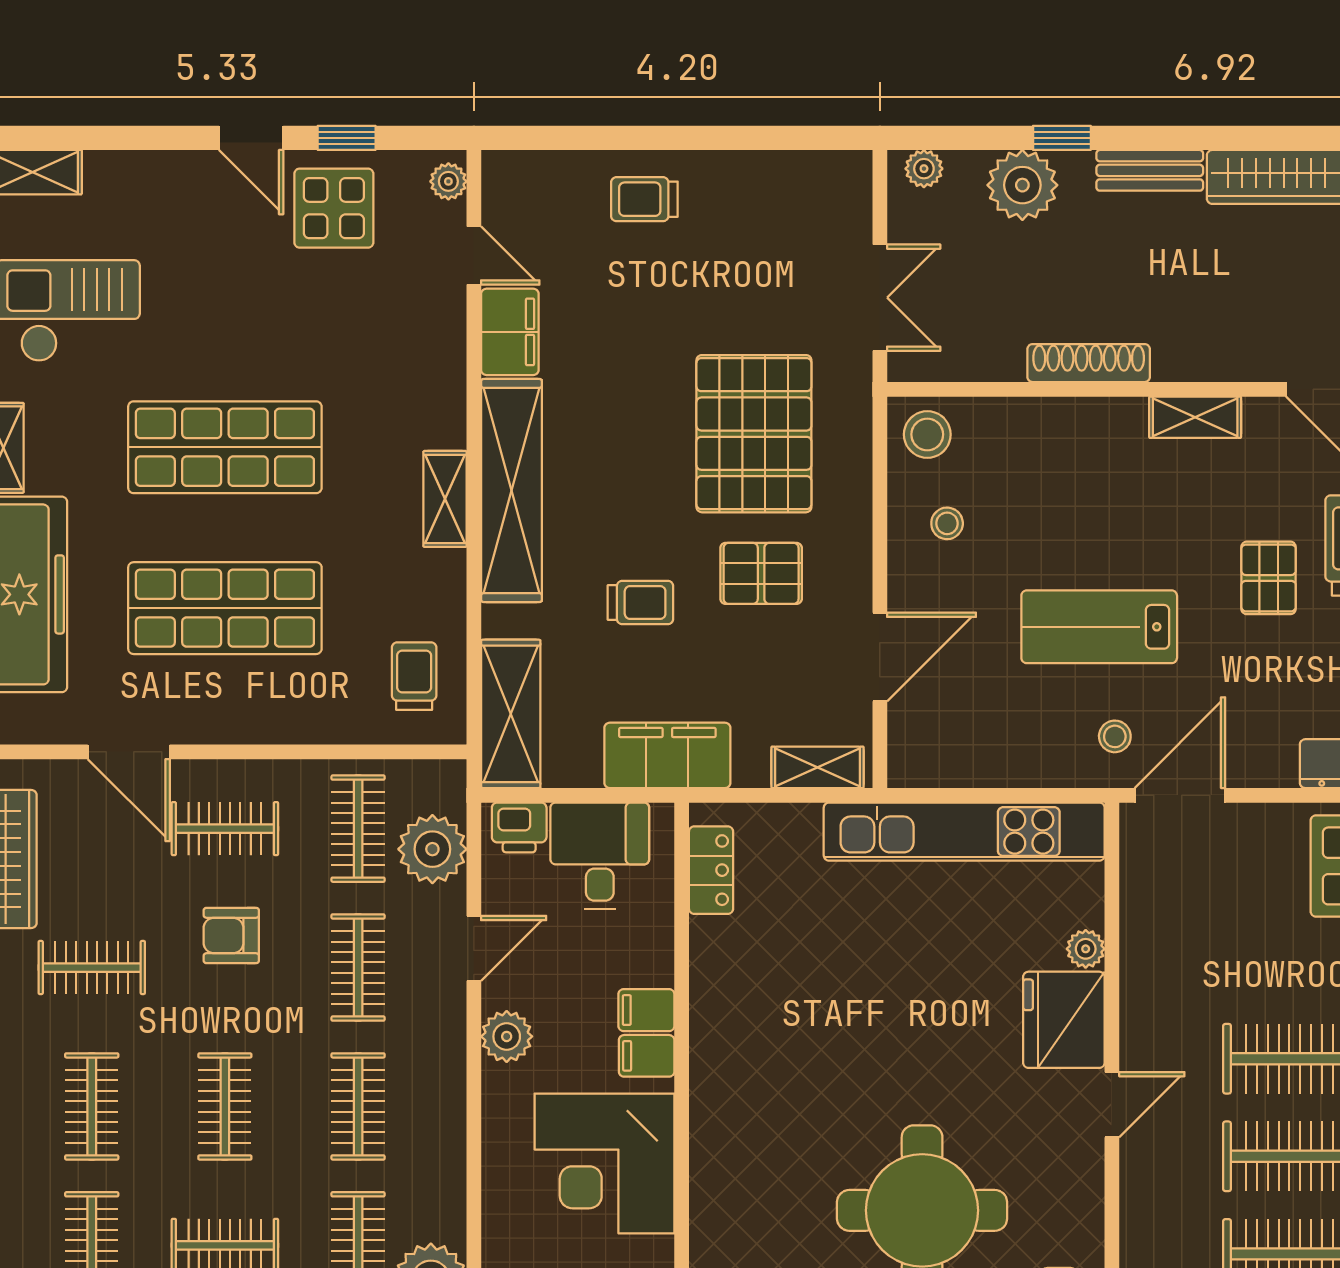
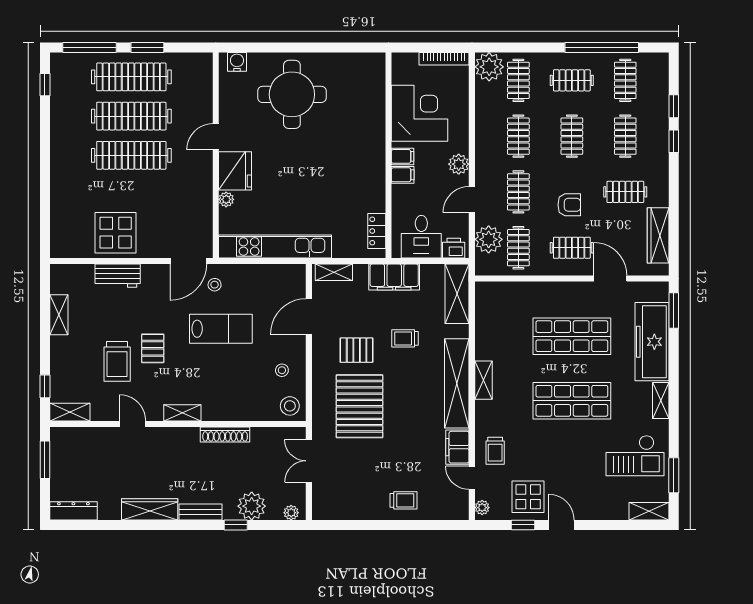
trolley: (414, 676) -> (495, 451), moved

